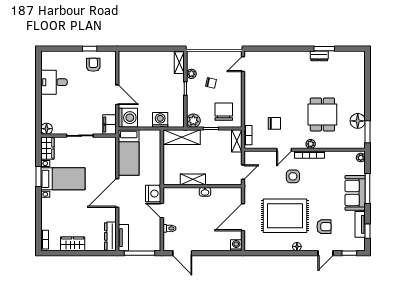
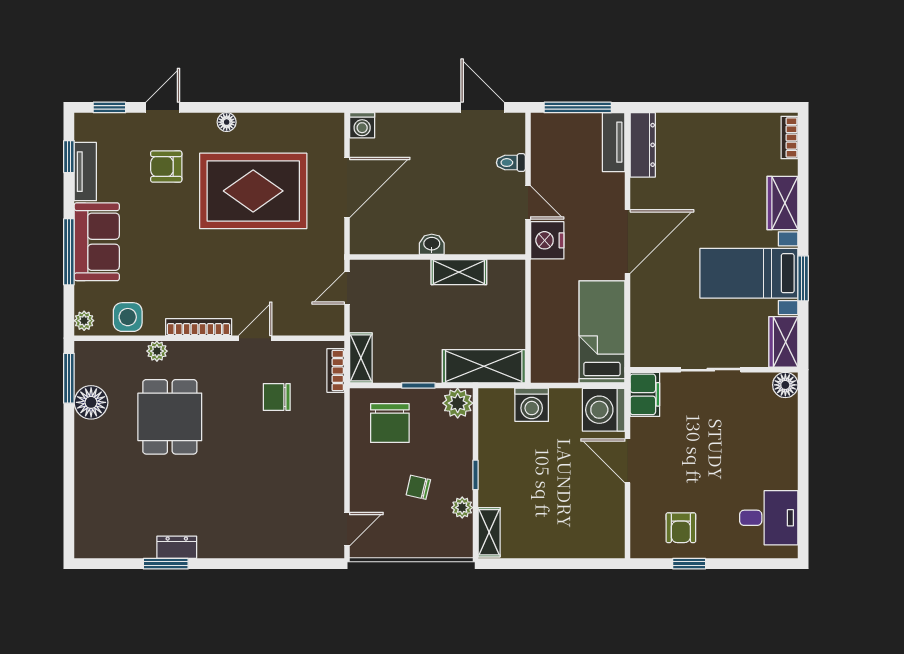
desk: (54, 82) -> (769, 518), moved
plant: (311, 144) -> (157, 351), moved
side table: (293, 176) -> (128, 317), moved
wardrobe: (73, 244) -> (783, 203), moved, turned 90

